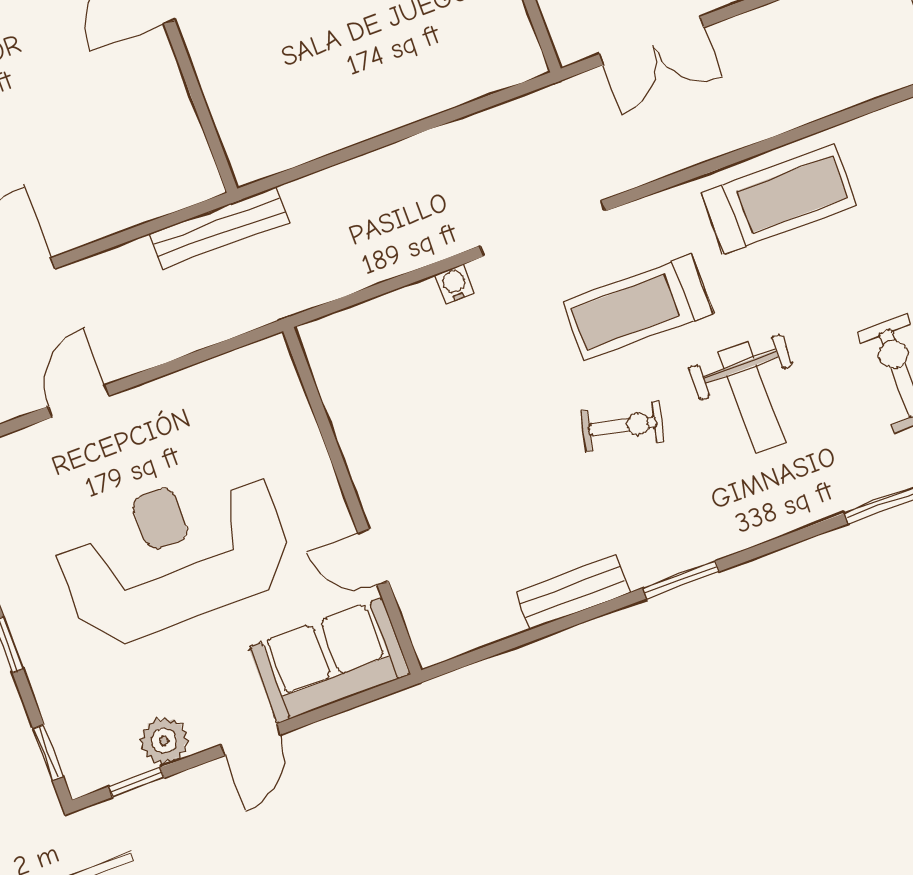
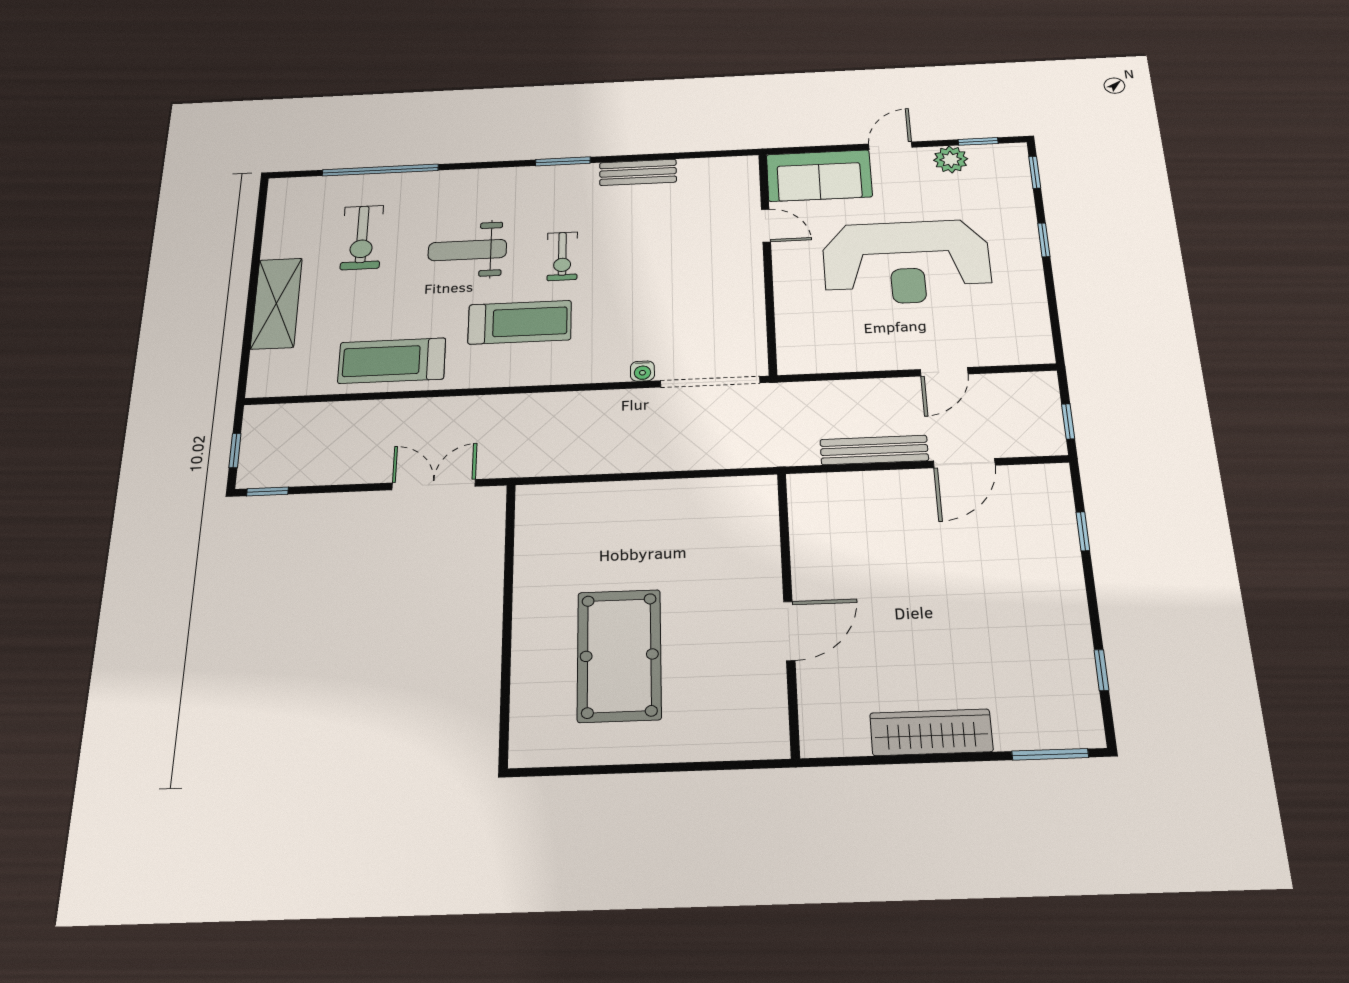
bench: (219, 228) -> (874, 450), moved
doorway: (543, 229) -> (710, 382), moved
weight bench: (752, 397) -> (467, 250), turned -90
exercise bike: (623, 426) -> (562, 256), turned -103

